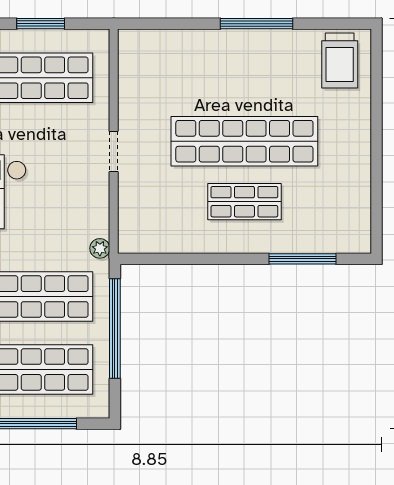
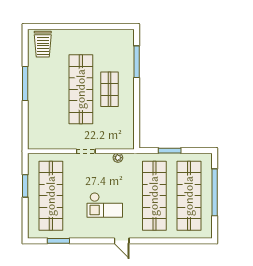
trolley: (340, 61) -> (43, 44), turned 90
plant: (100, 248) -> (118, 158), moved
window: (115, 328) -> (170, 151), width x0.47

